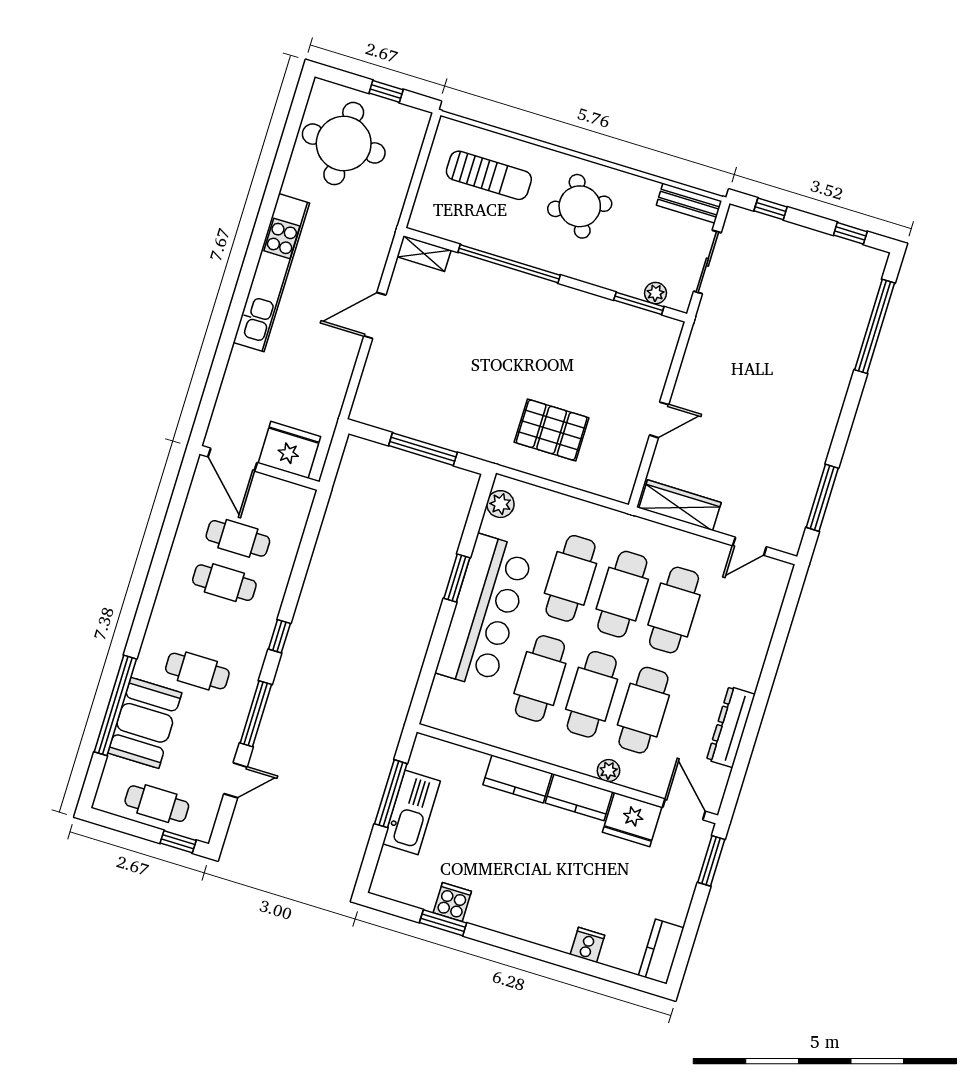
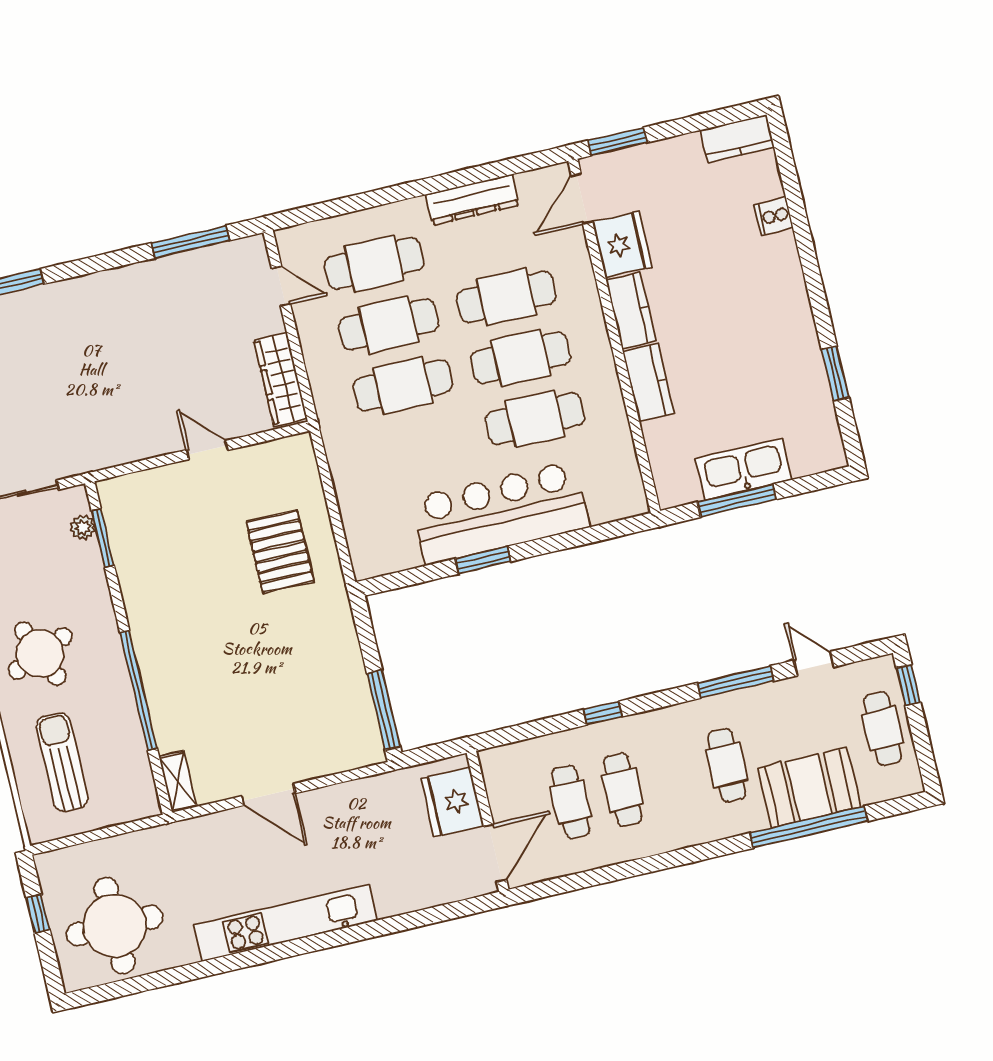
window: (423, 449) -> (383, 710), moved
plant: (500, 504) -> (384, 560), removed
cafe table: (571, 578) -> (374, 264), moved
window: (279, 636) -> (603, 713), moved
plant: (609, 771) -> (587, 297), removed
cooker: (452, 902) -> (809, 376), removed

